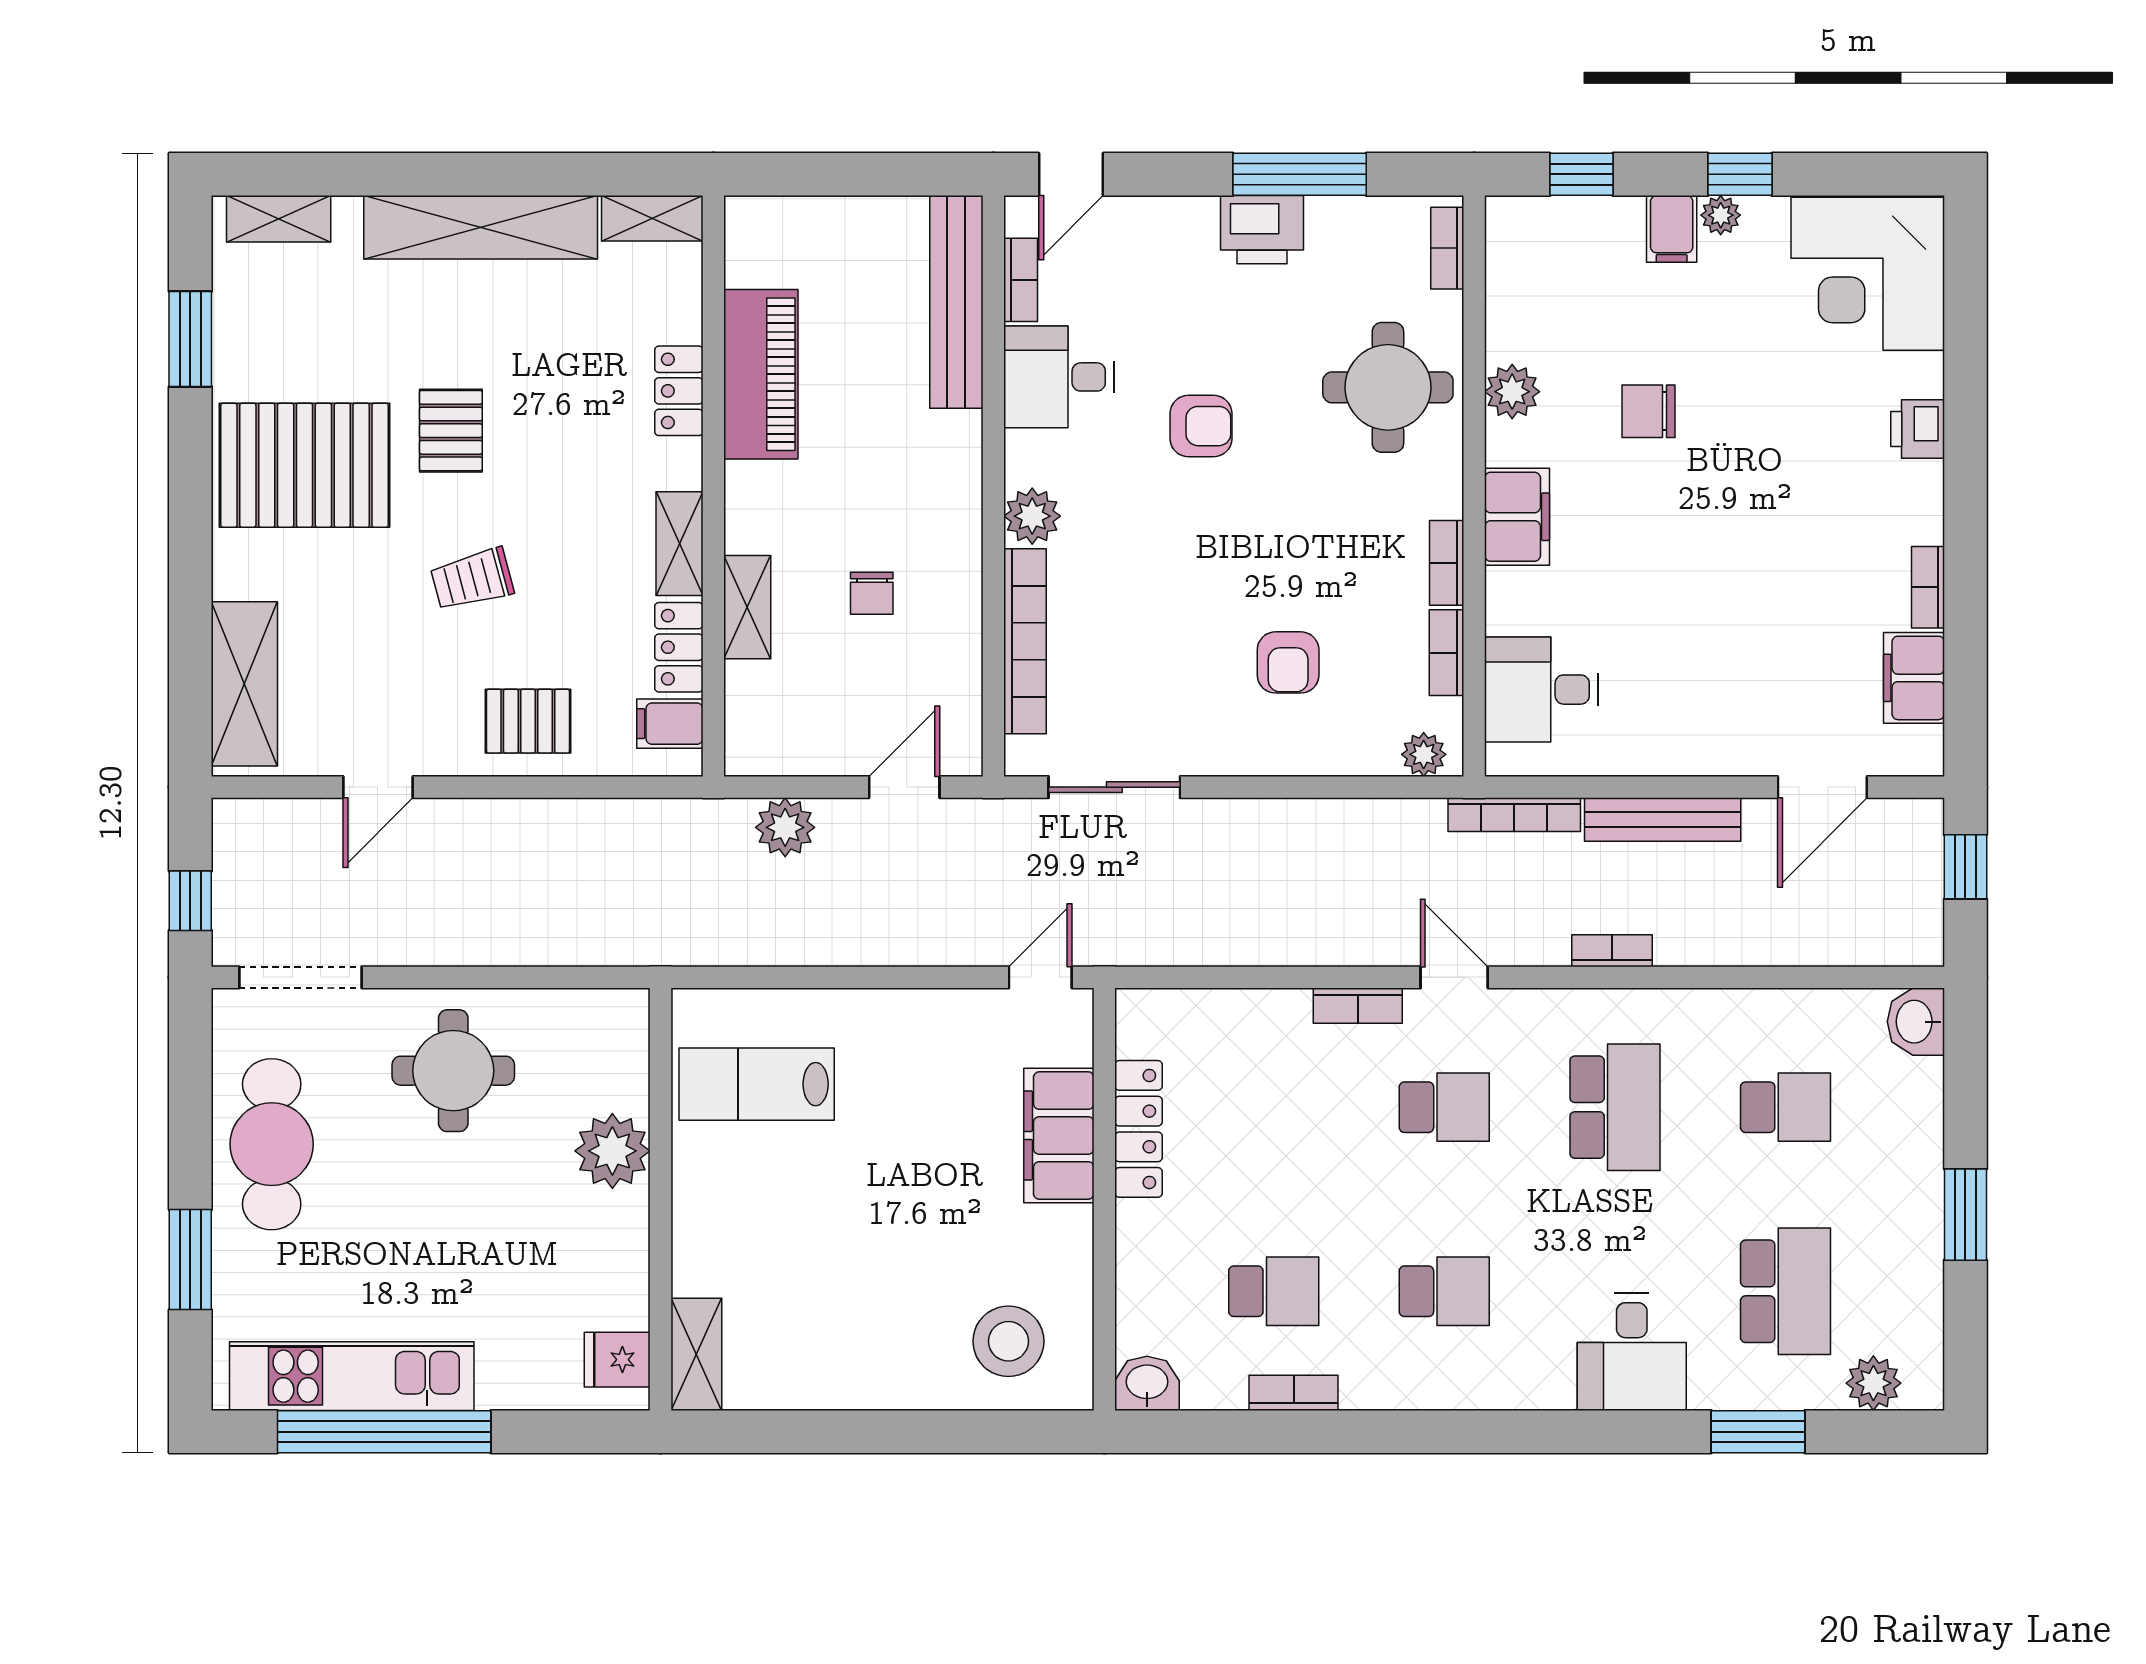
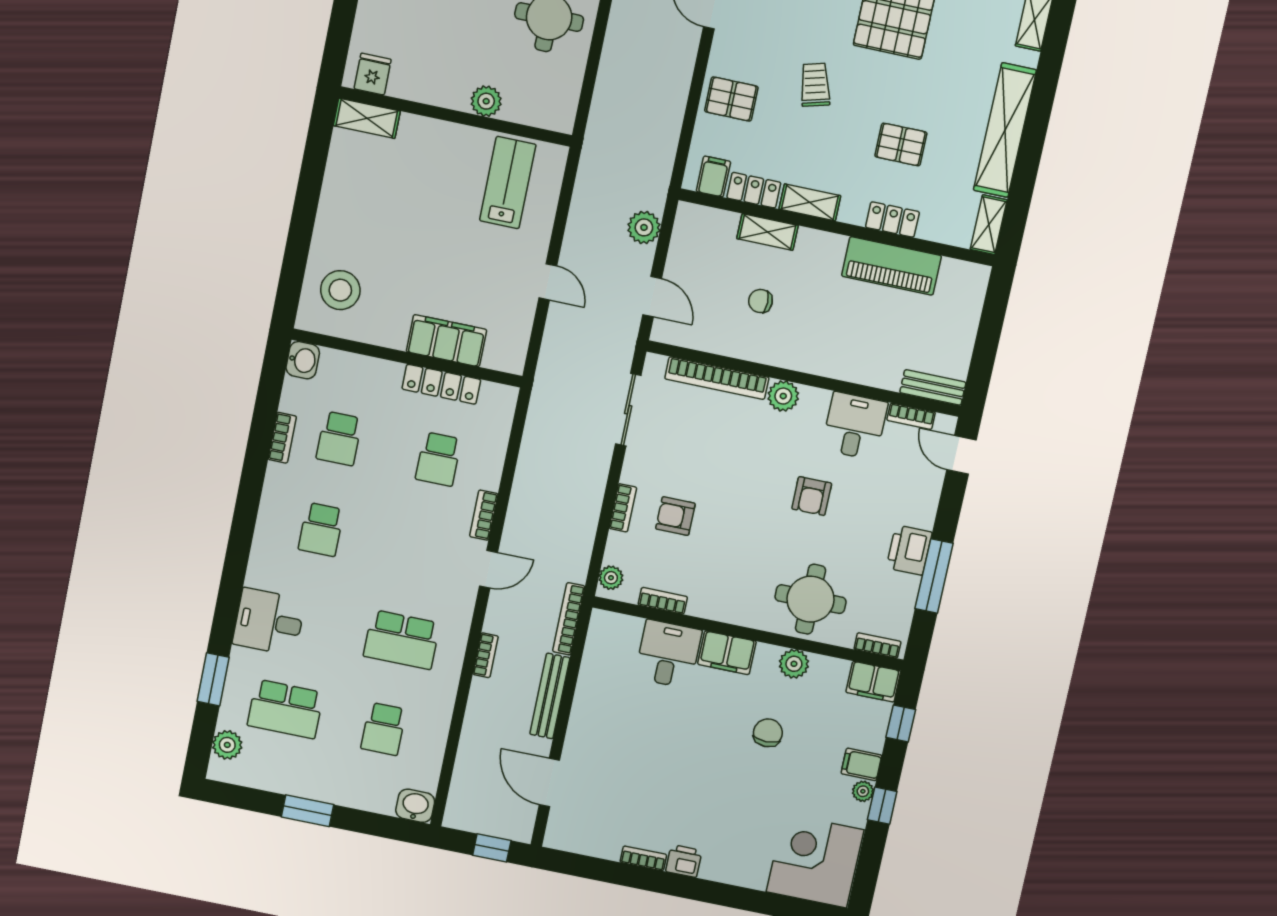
bench: (956, 302) -> (933, 387), width x0.54, depth x0.82
printer: (1918, 429) -> (684, 861), moved
pallet: (451, 431) -> (901, 144), moved
bookcase: (1447, 563) -> (623, 508), moved, turned 90
filing cabinet: (1914, 678) -> (873, 682), moved, turned 180
desk: (1542, 690) -> (668, 654), moved
pallet: (528, 721) -> (731, 99), turned 90
door: (1040, 977) -> (548, 282), moved
school desk: (1444, 1107) -> (438, 459), moved
plant: (612, 1151) -> (486, 101), width x0.73, depth x0.73

